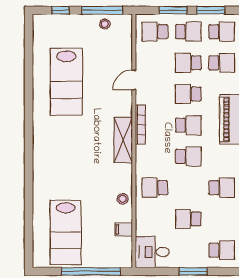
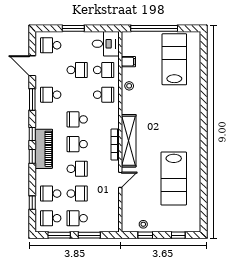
window: (102, 10) -> (145, 235), width x0.46
school desk: (155, 32) -> (104, 70), moved
lab bench: (66, 82) -> (174, 179), turned 180
shelving: (123, 140) -> (129, 141), width x1.47

